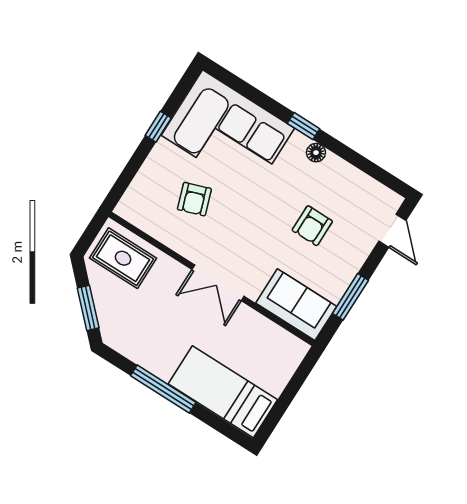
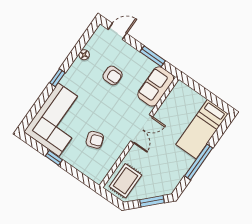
floor lamp: (316, 153) -> (84, 55), moved

